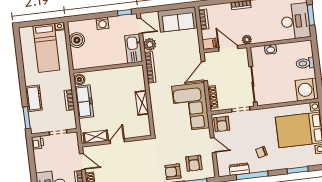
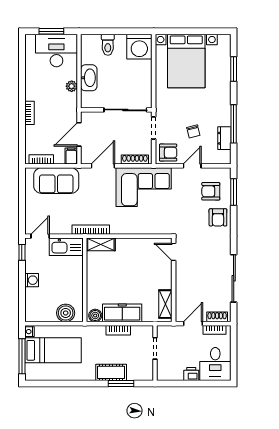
sofa: (178, 19) -> (56, 181), moved, turned 90
window: (38, 23) -> (22, 356), added
boiler: (77, 40) -> (66, 313), moved
plant: (247, 40) -> (72, 86), moved
plant: (150, 44) -> (63, 227), removed
washbasin: (271, 49) -> (89, 78), width x1.91, depth x1.45
door: (204, 71) -> (103, 166), swing flipped
shelving: (142, 103) -> (101, 244), moved
window: (27, 118) -> (121, 384), moved
door: (117, 141) -> (174, 252), moved
printer: (38, 143) -> (191, 374), moved
chair: (261, 152) -> (193, 131), moved
armchair: (194, 163) -> (211, 191), turned 180

